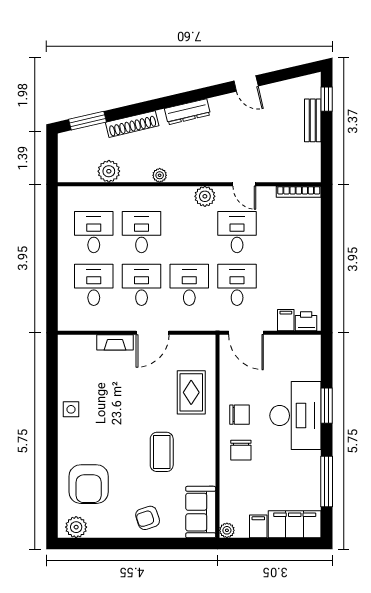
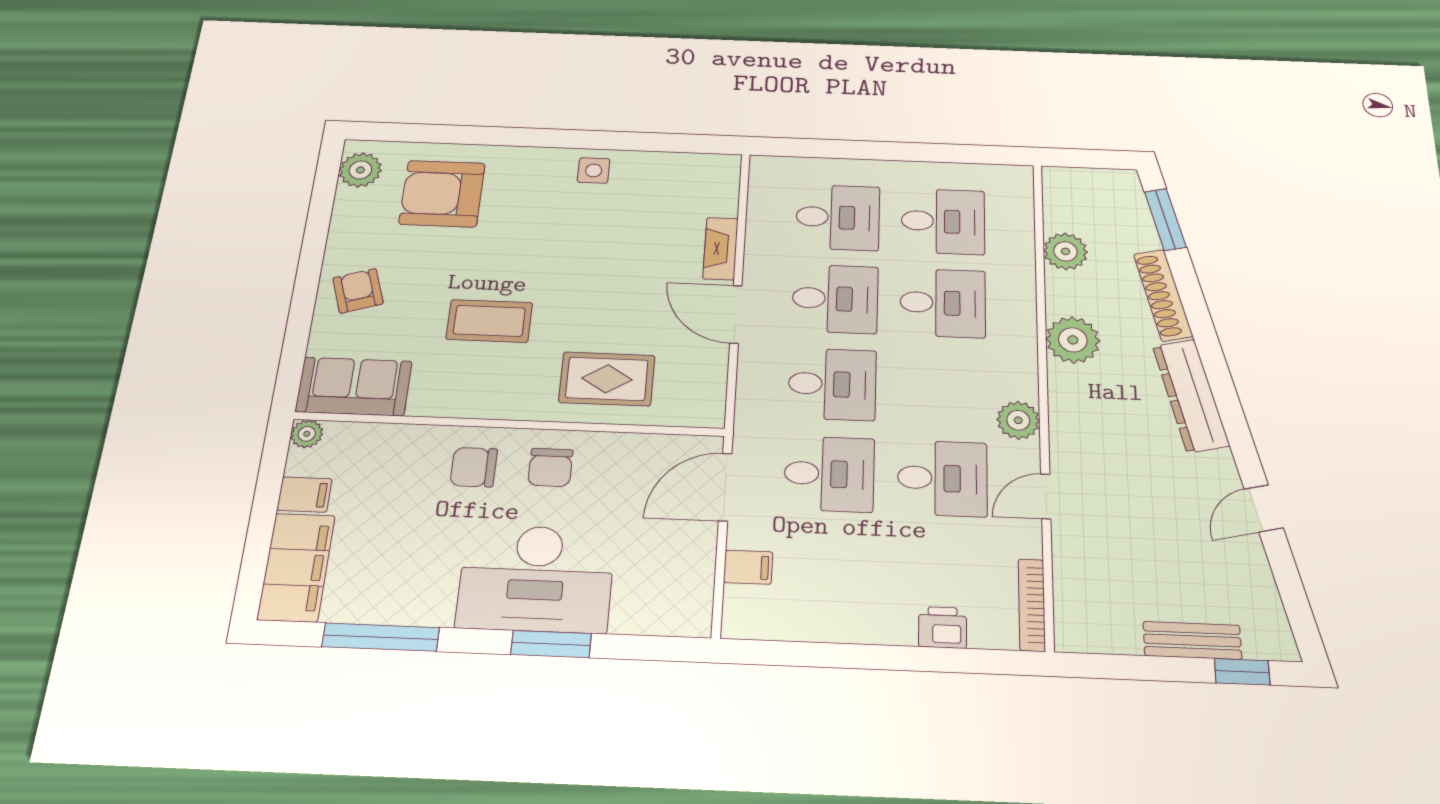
dresser: (187, 112) -> (1191, 396), width x1.37, depth x1.24
plant: (160, 175) -> (1073, 340), width x1.87, depth x1.87
printer: (306, 321) -> (943, 627), moved, turned -90

